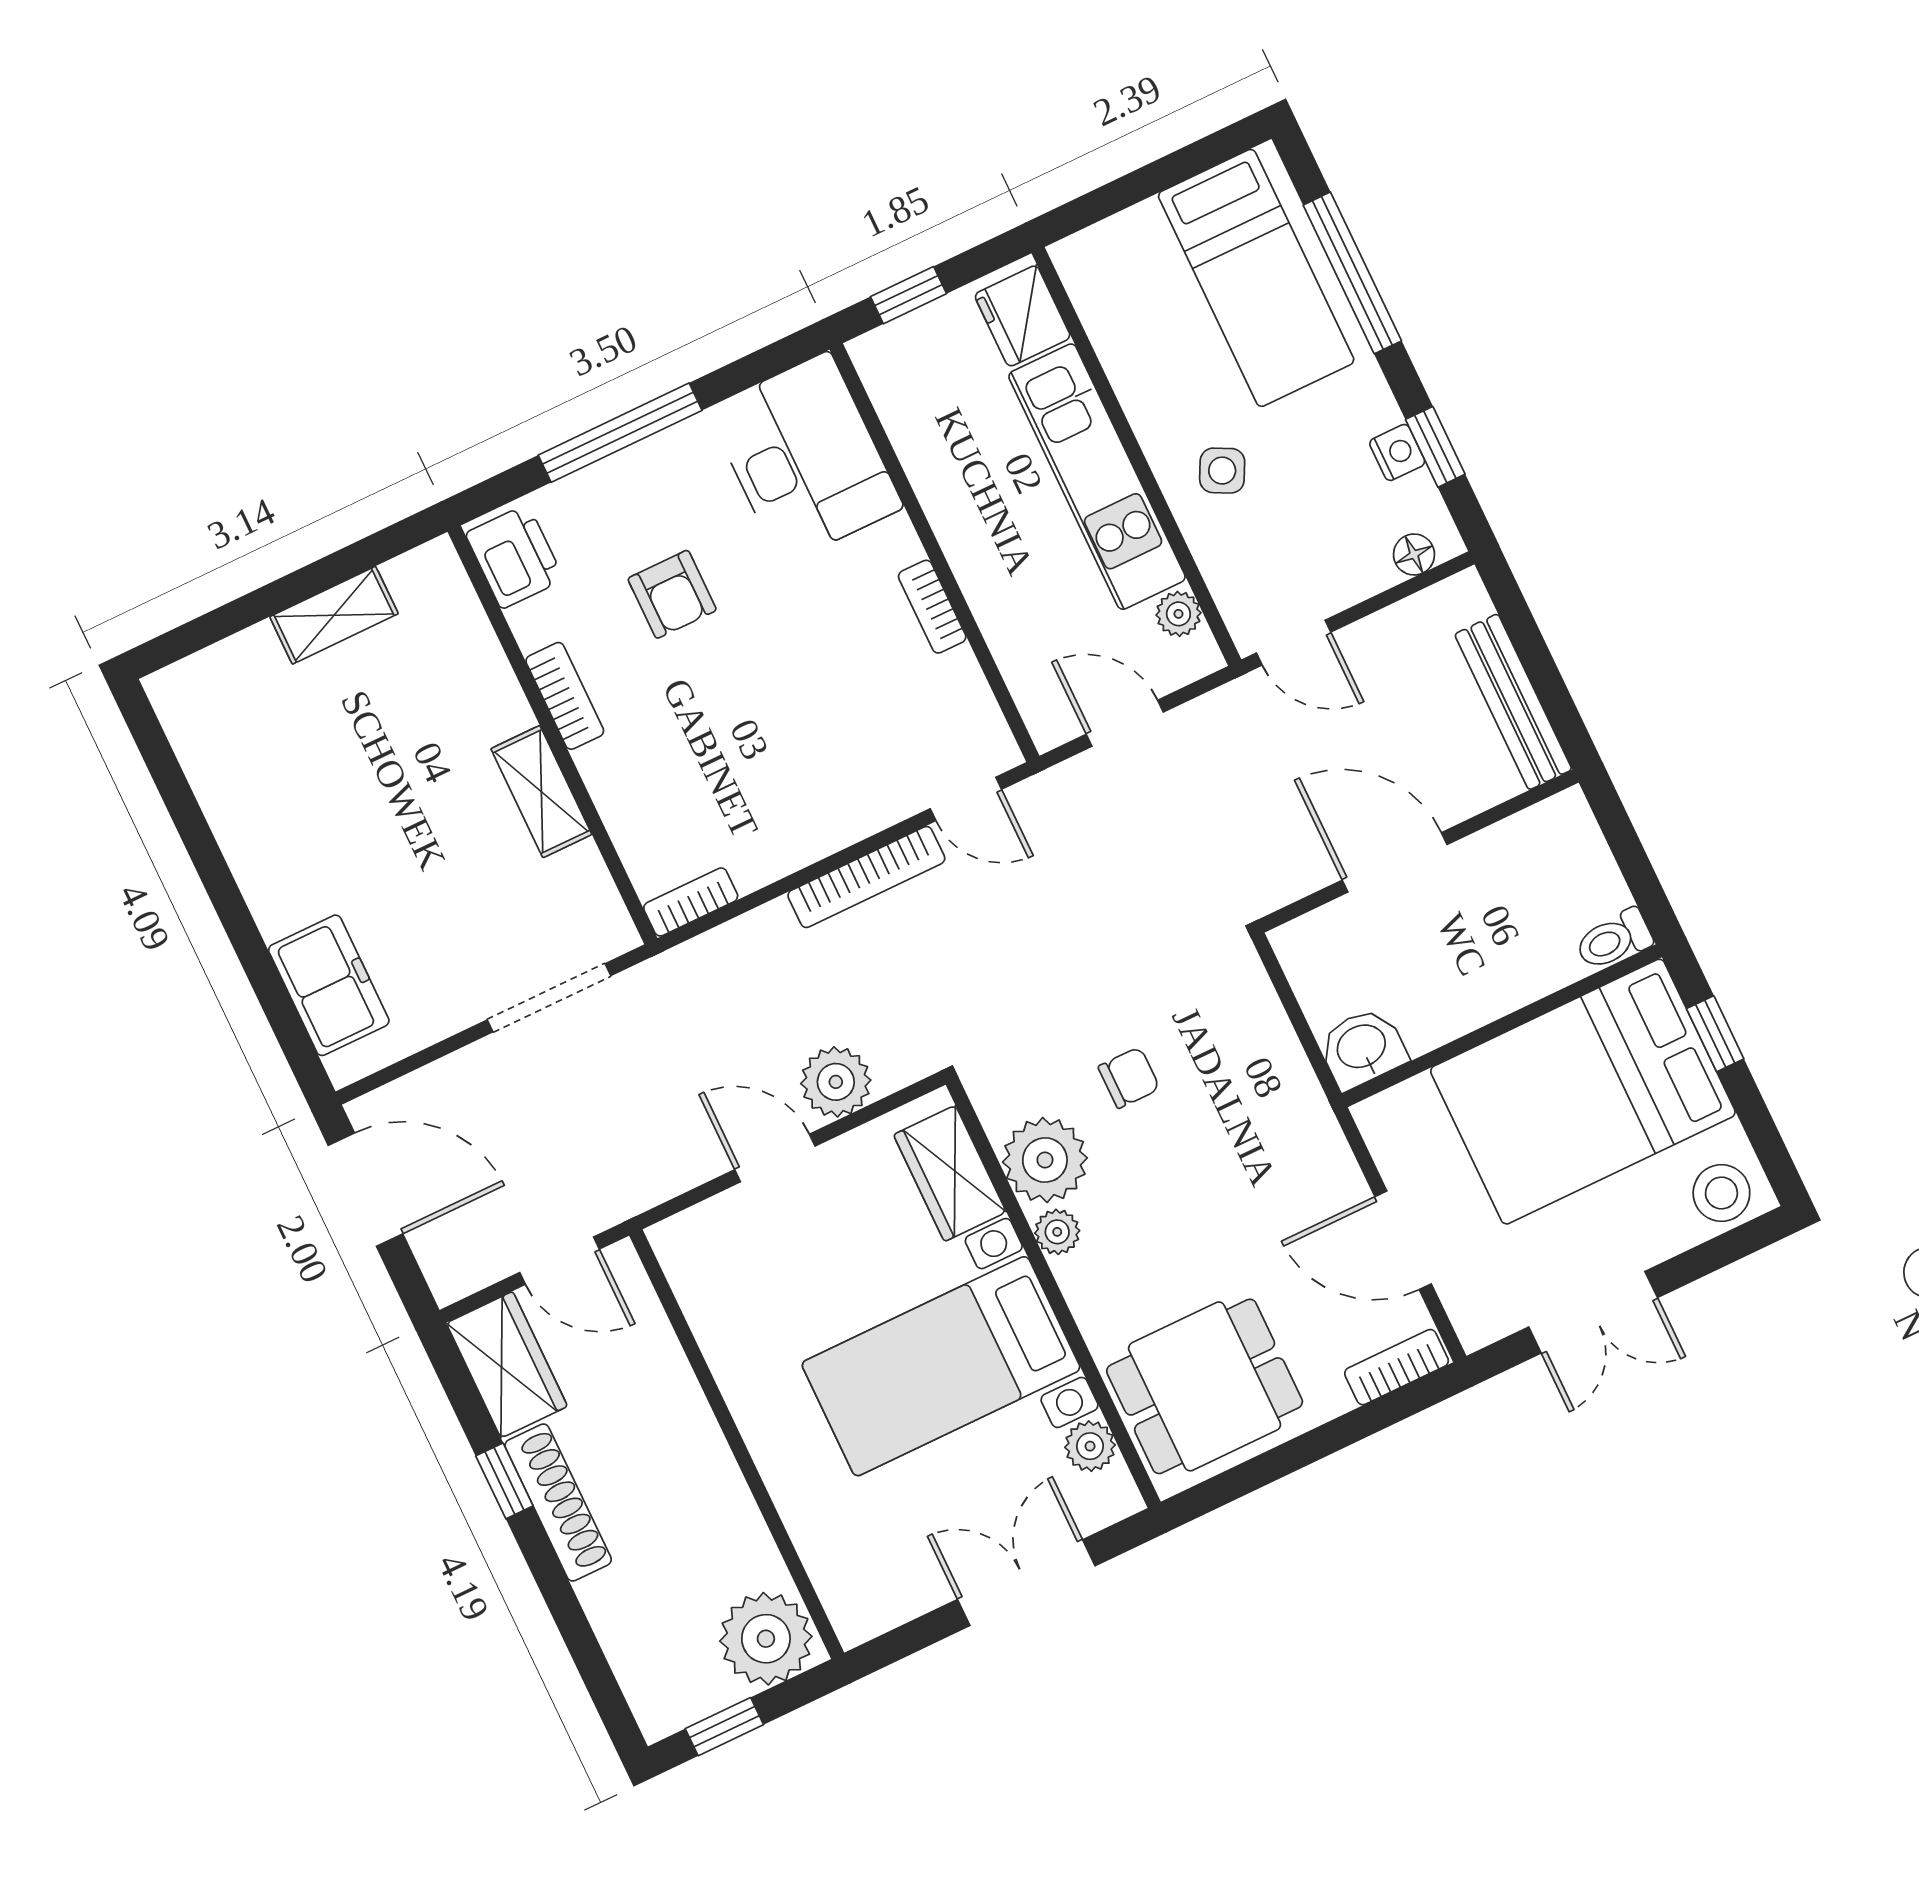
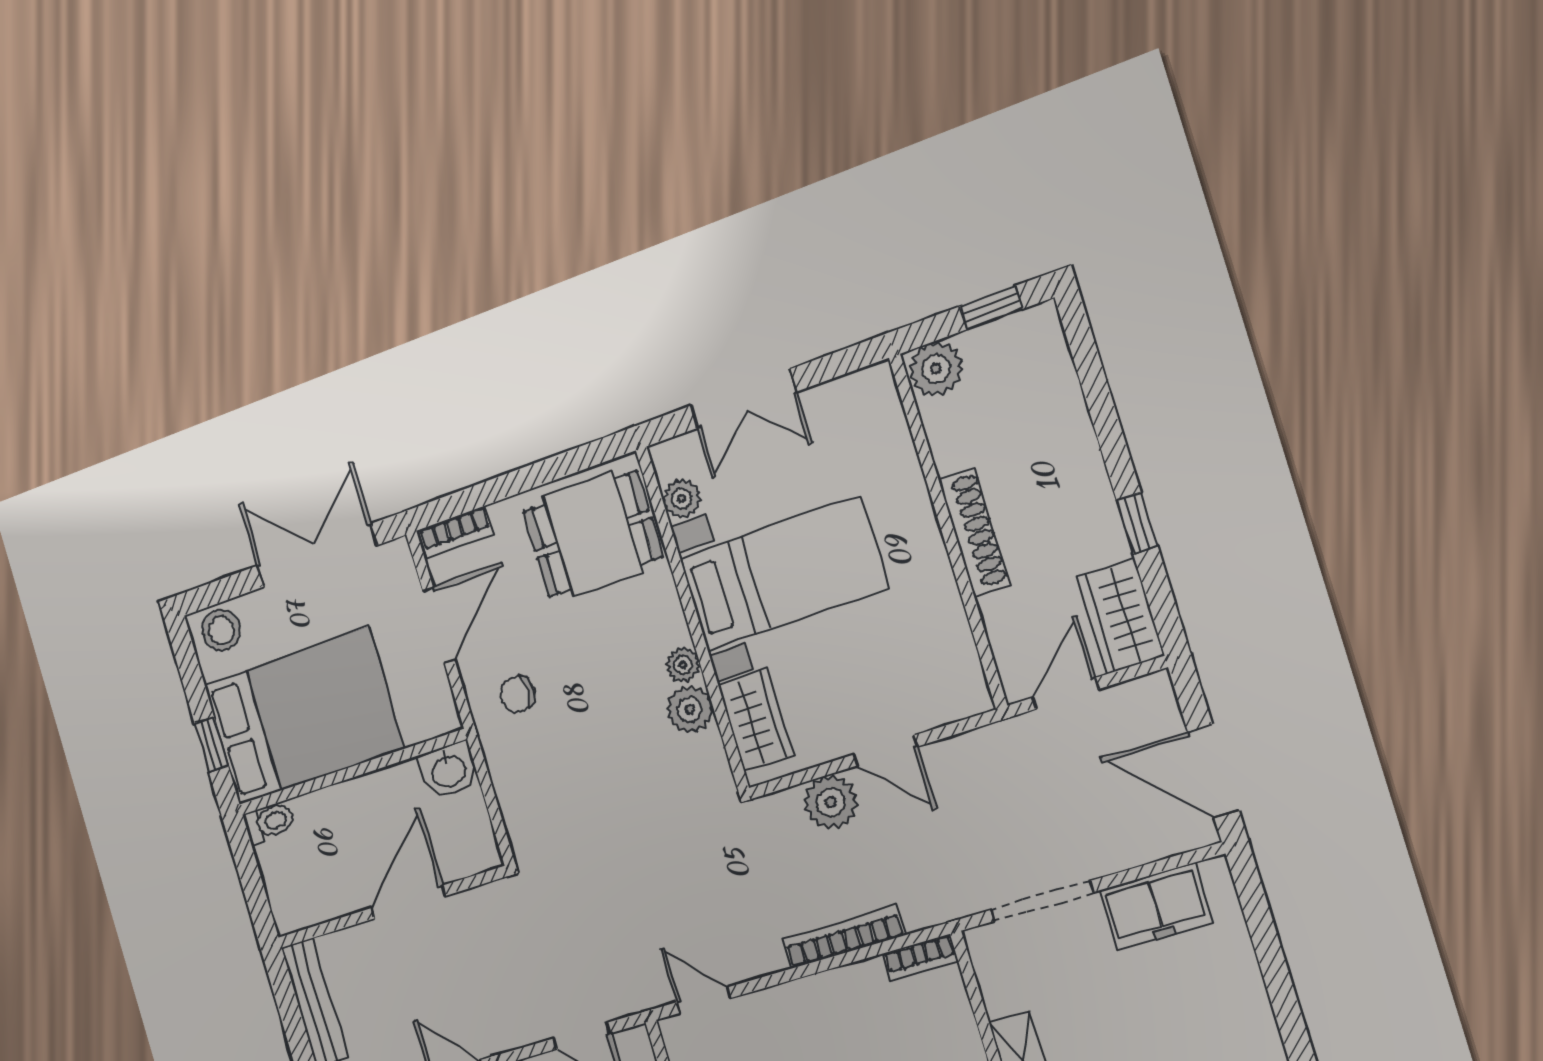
door: (1395, 862) -> (409, 902), swing flipped
bookcase: (866, 877) -> (844, 937), moved
freezer: (329, 985) -> (1156, 907), moved, turned -90
chair: (1129, 1078) -> (518, 694), moved
plant: (1045, 1160) -> (690, 709), width x0.73, depth x0.73
door: (1403, 1240) -> (439, 625), hinge flipped
door: (560, 1261) -> (1065, 693), hinge flipped
double door: (1593, 1312) -> (317, 556), width x1.37
shoe rack: (558, 1503) -> (974, 532), moved, turned 180
plant: (766, 1639) -> (936, 369), width x0.73, depth x0.73

